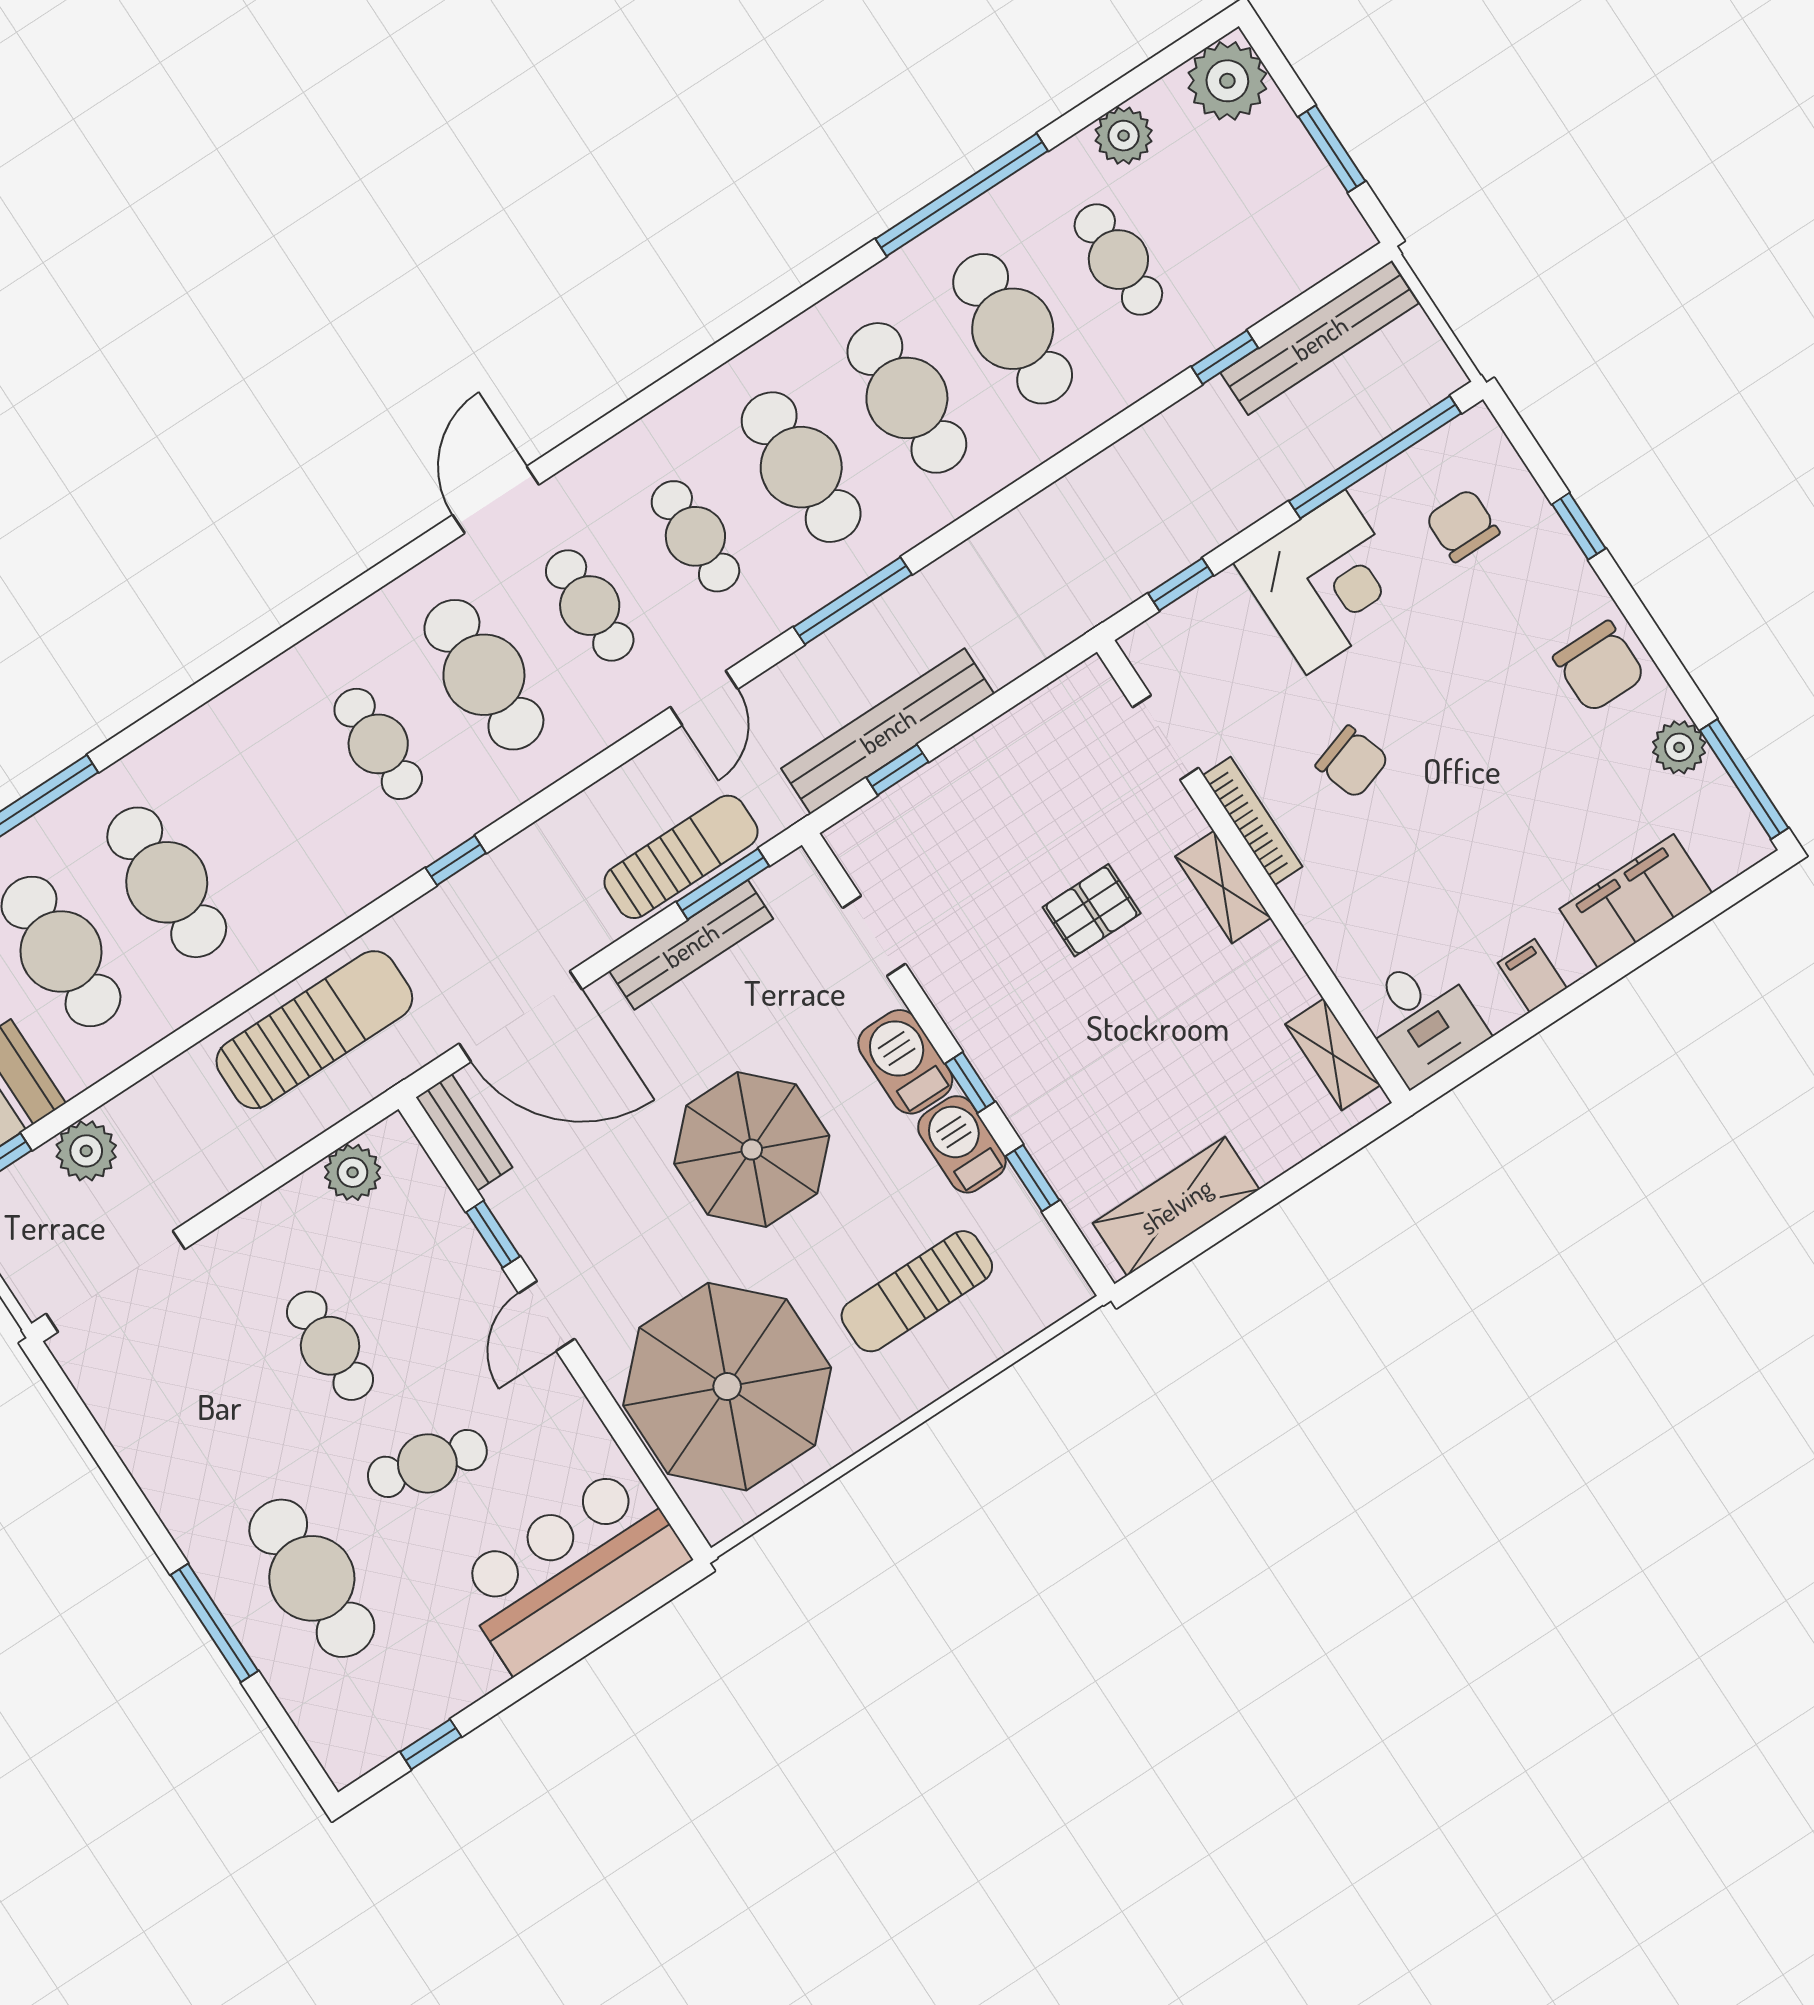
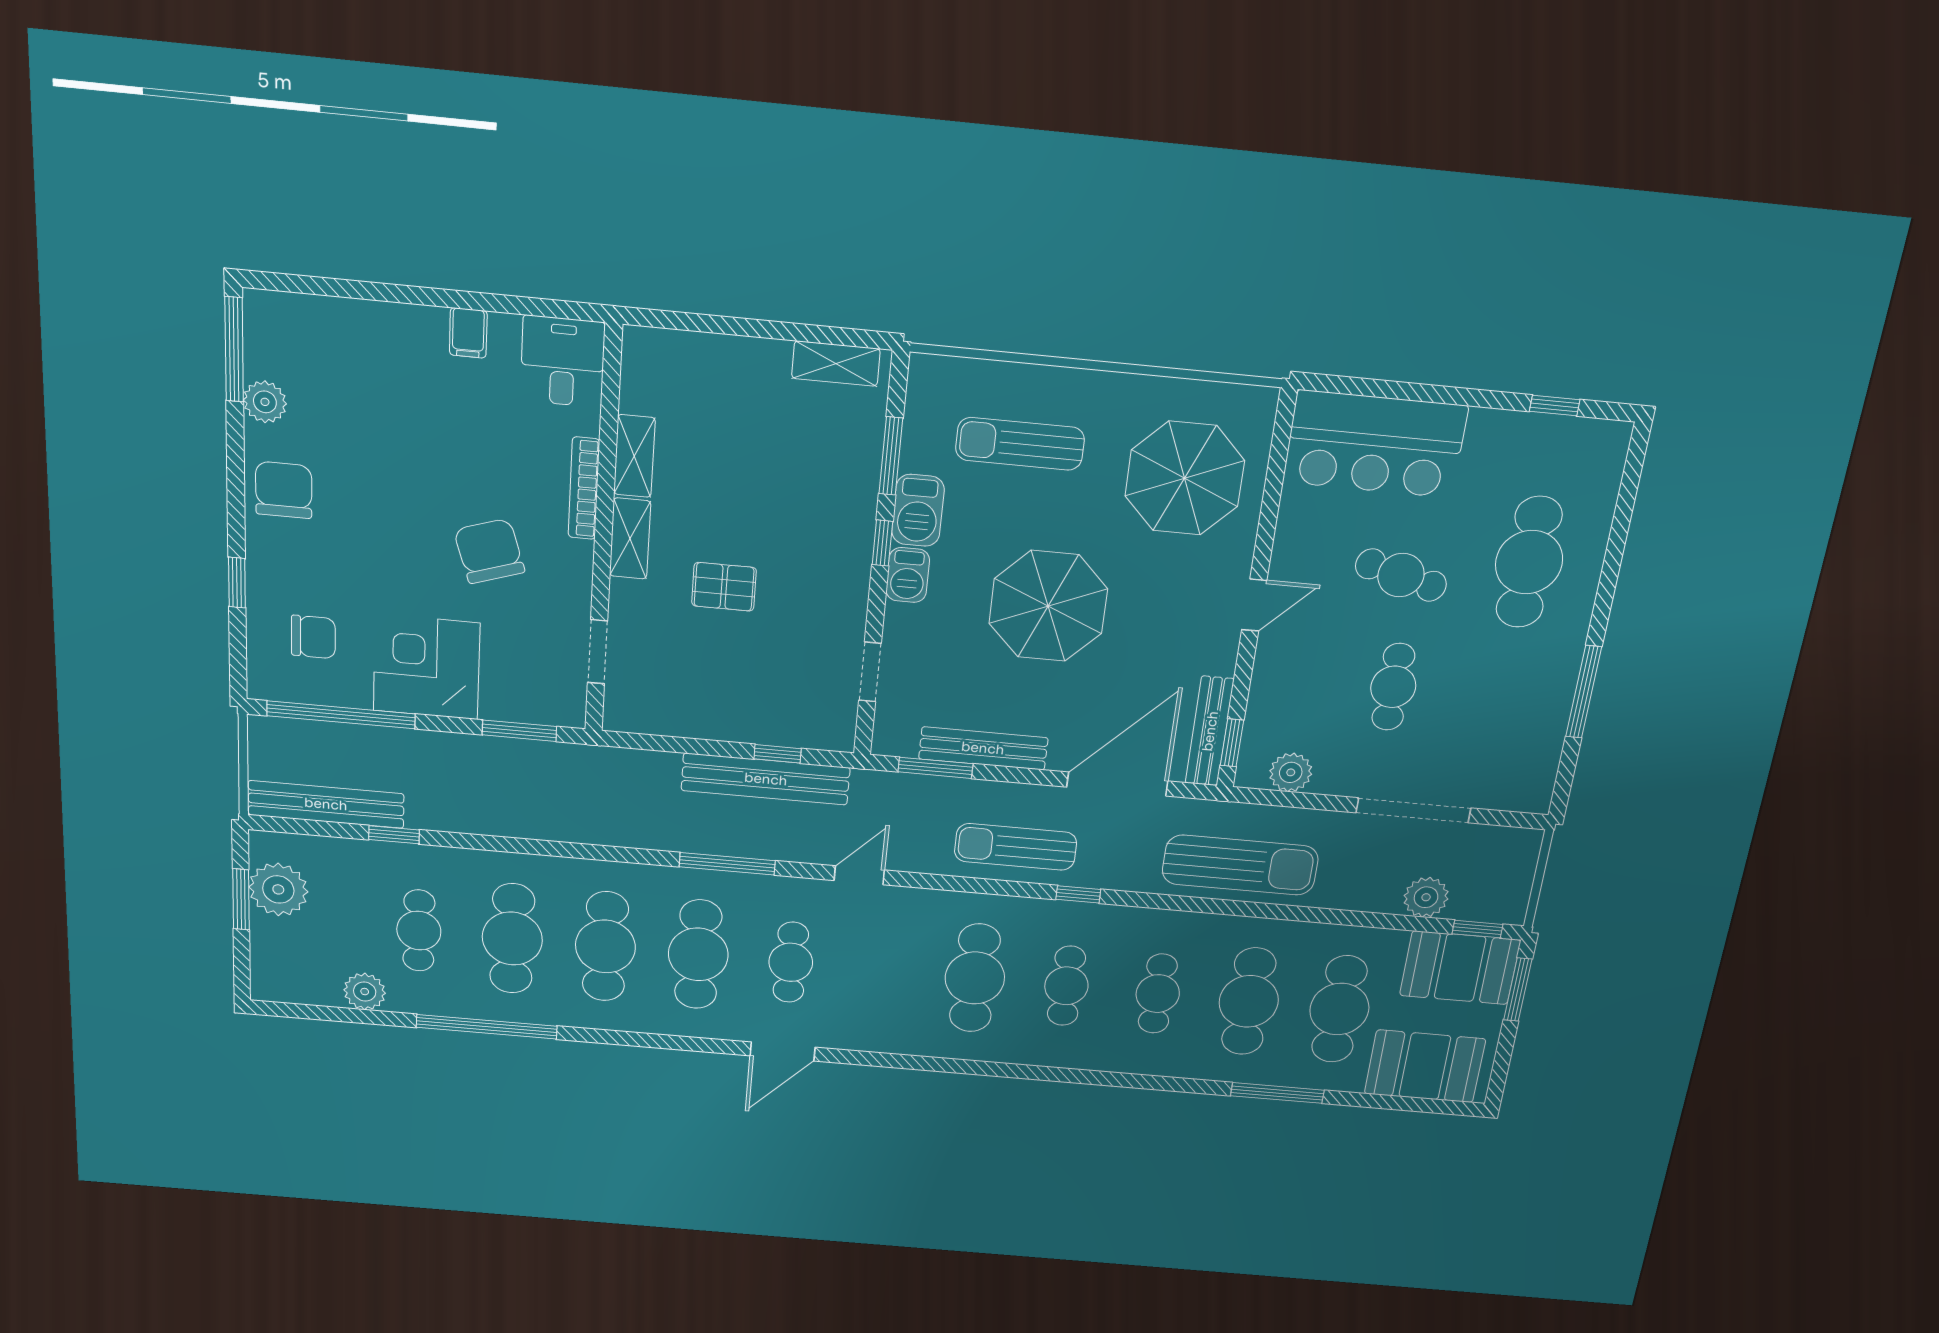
plant: (1227, 81) -> (278, 889), moved
door: (496, 500) -> (783, 1052), moved
chair: (1462, 525) -> (313, 637), turned -90
window: (1181, 584) -> (519, 731), width x1.50
cafe table: (590, 606) -> (1158, 994), moved
chair: (1352, 762) -> (489, 551), width x1.37, depth x1.37
bookcase: (1253, 821) -> (584, 488), moved
sun lounger: (681, 857) -> (1016, 847), moved
filing cabinet: (1636, 901) -> (364, 328), removed
door: (520, 1016) -> (1117, 784), hinge flipped
sun lounger: (314, 1030) -> (1240, 865), turned 180
shelving: (1333, 1055) -> (634, 456), moved
barbecue: (905, 1062) -> (908, 575), width x0.73, depth x0.79
bench: (464, 1132) -> (1210, 731), width x1.36
window: (1033, 1178) -> (891, 456), width x1.50
shelving: (1176, 1206) -> (836, 364), width x0.67, depth x0.75
window: (493, 1234) -> (1232, 743), moved
doorway: (115, 1281) -> (1413, 810), moved
sun lounger: (917, 1291) -> (1020, 444), turned 180
parasol: (727, 1387) -> (1185, 478), width x0.73, depth x0.73
window: (214, 1623) -> (1584, 692), moved

